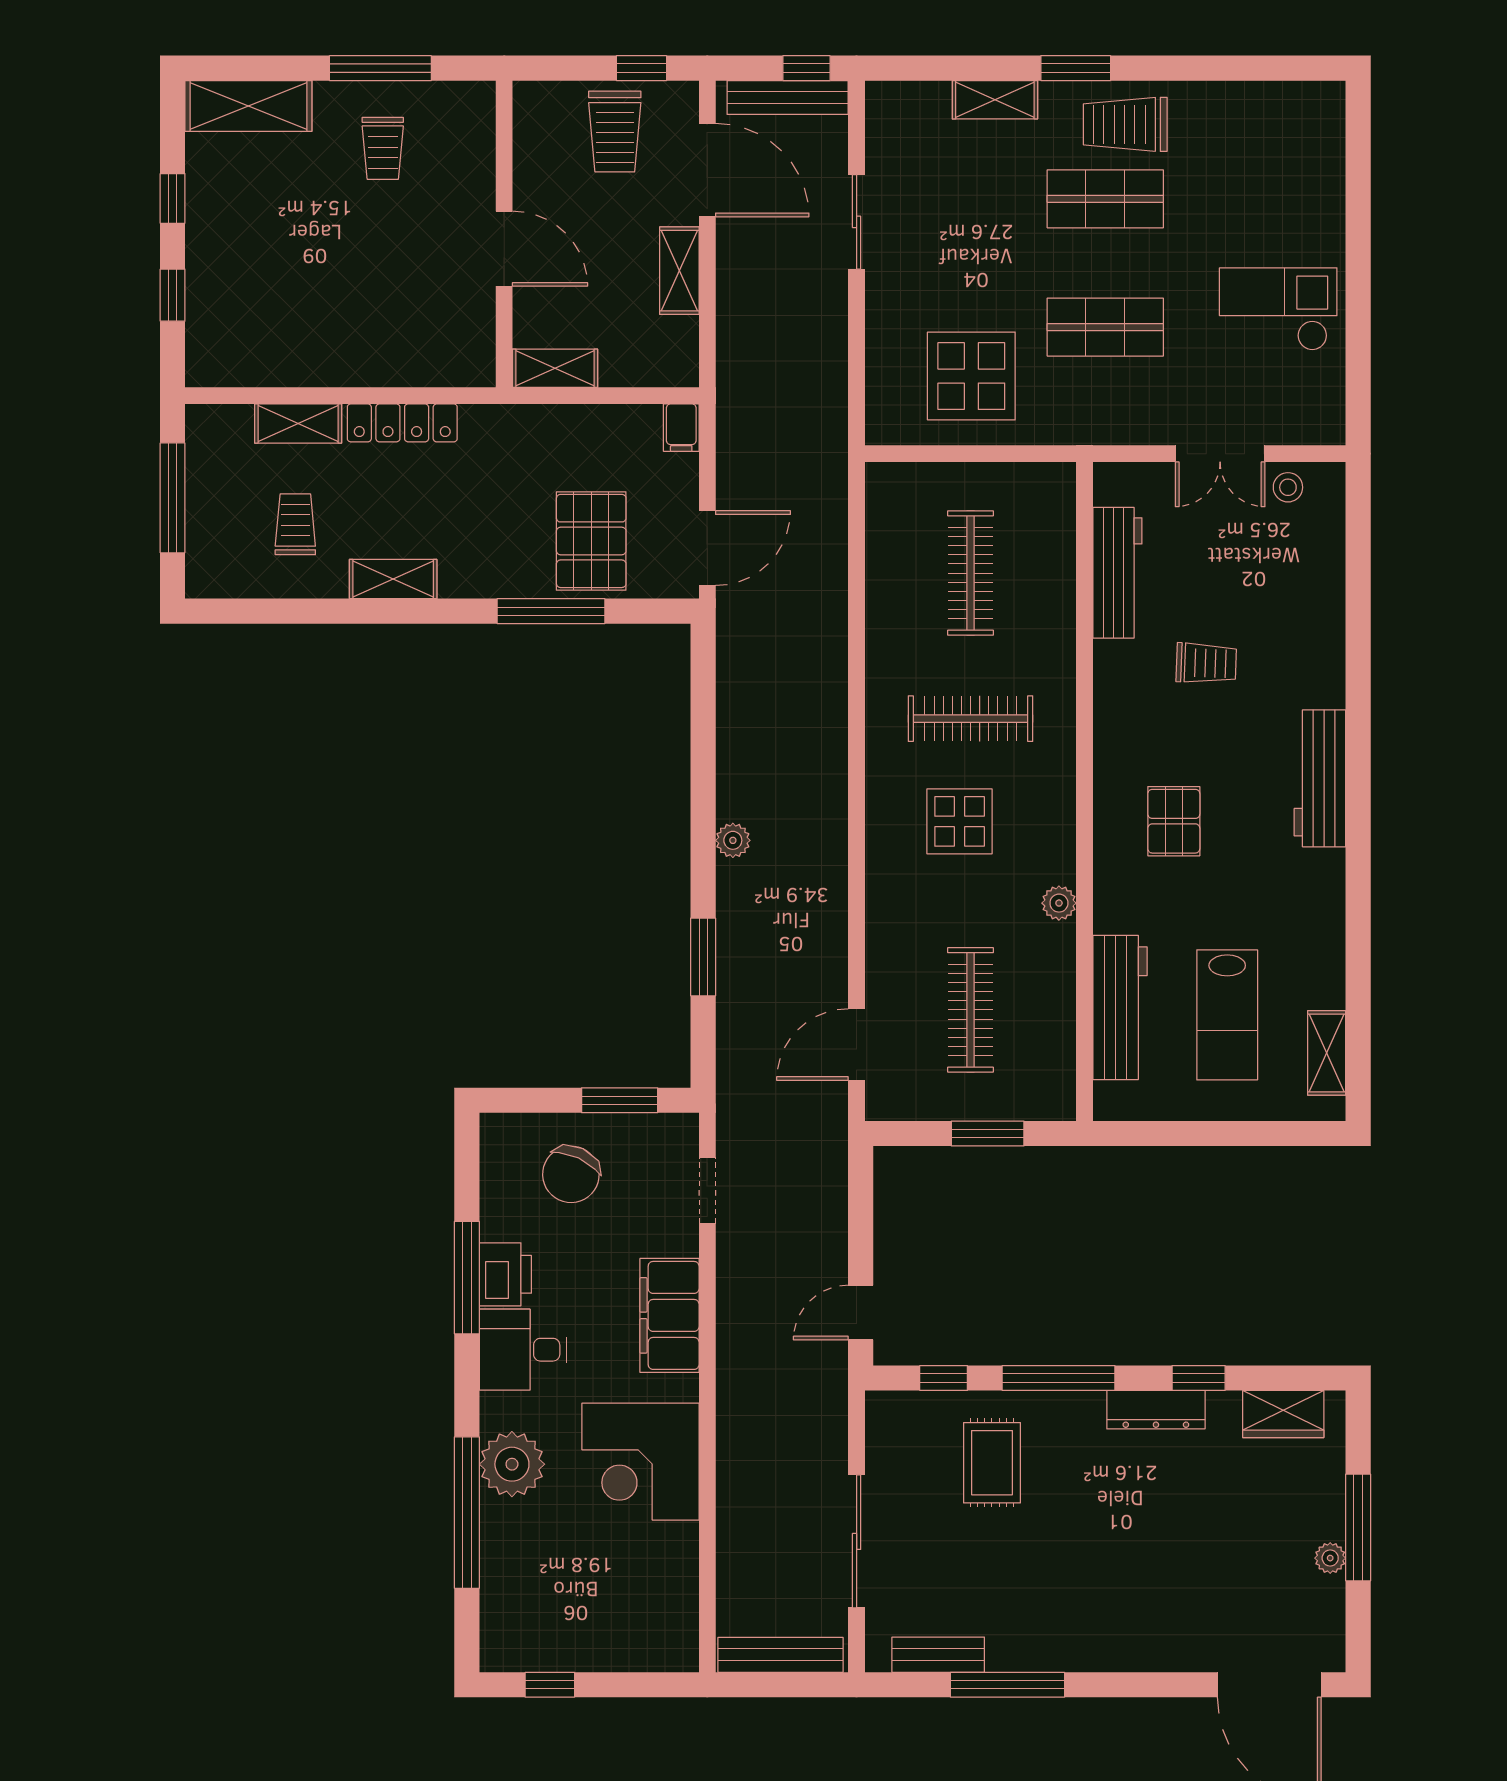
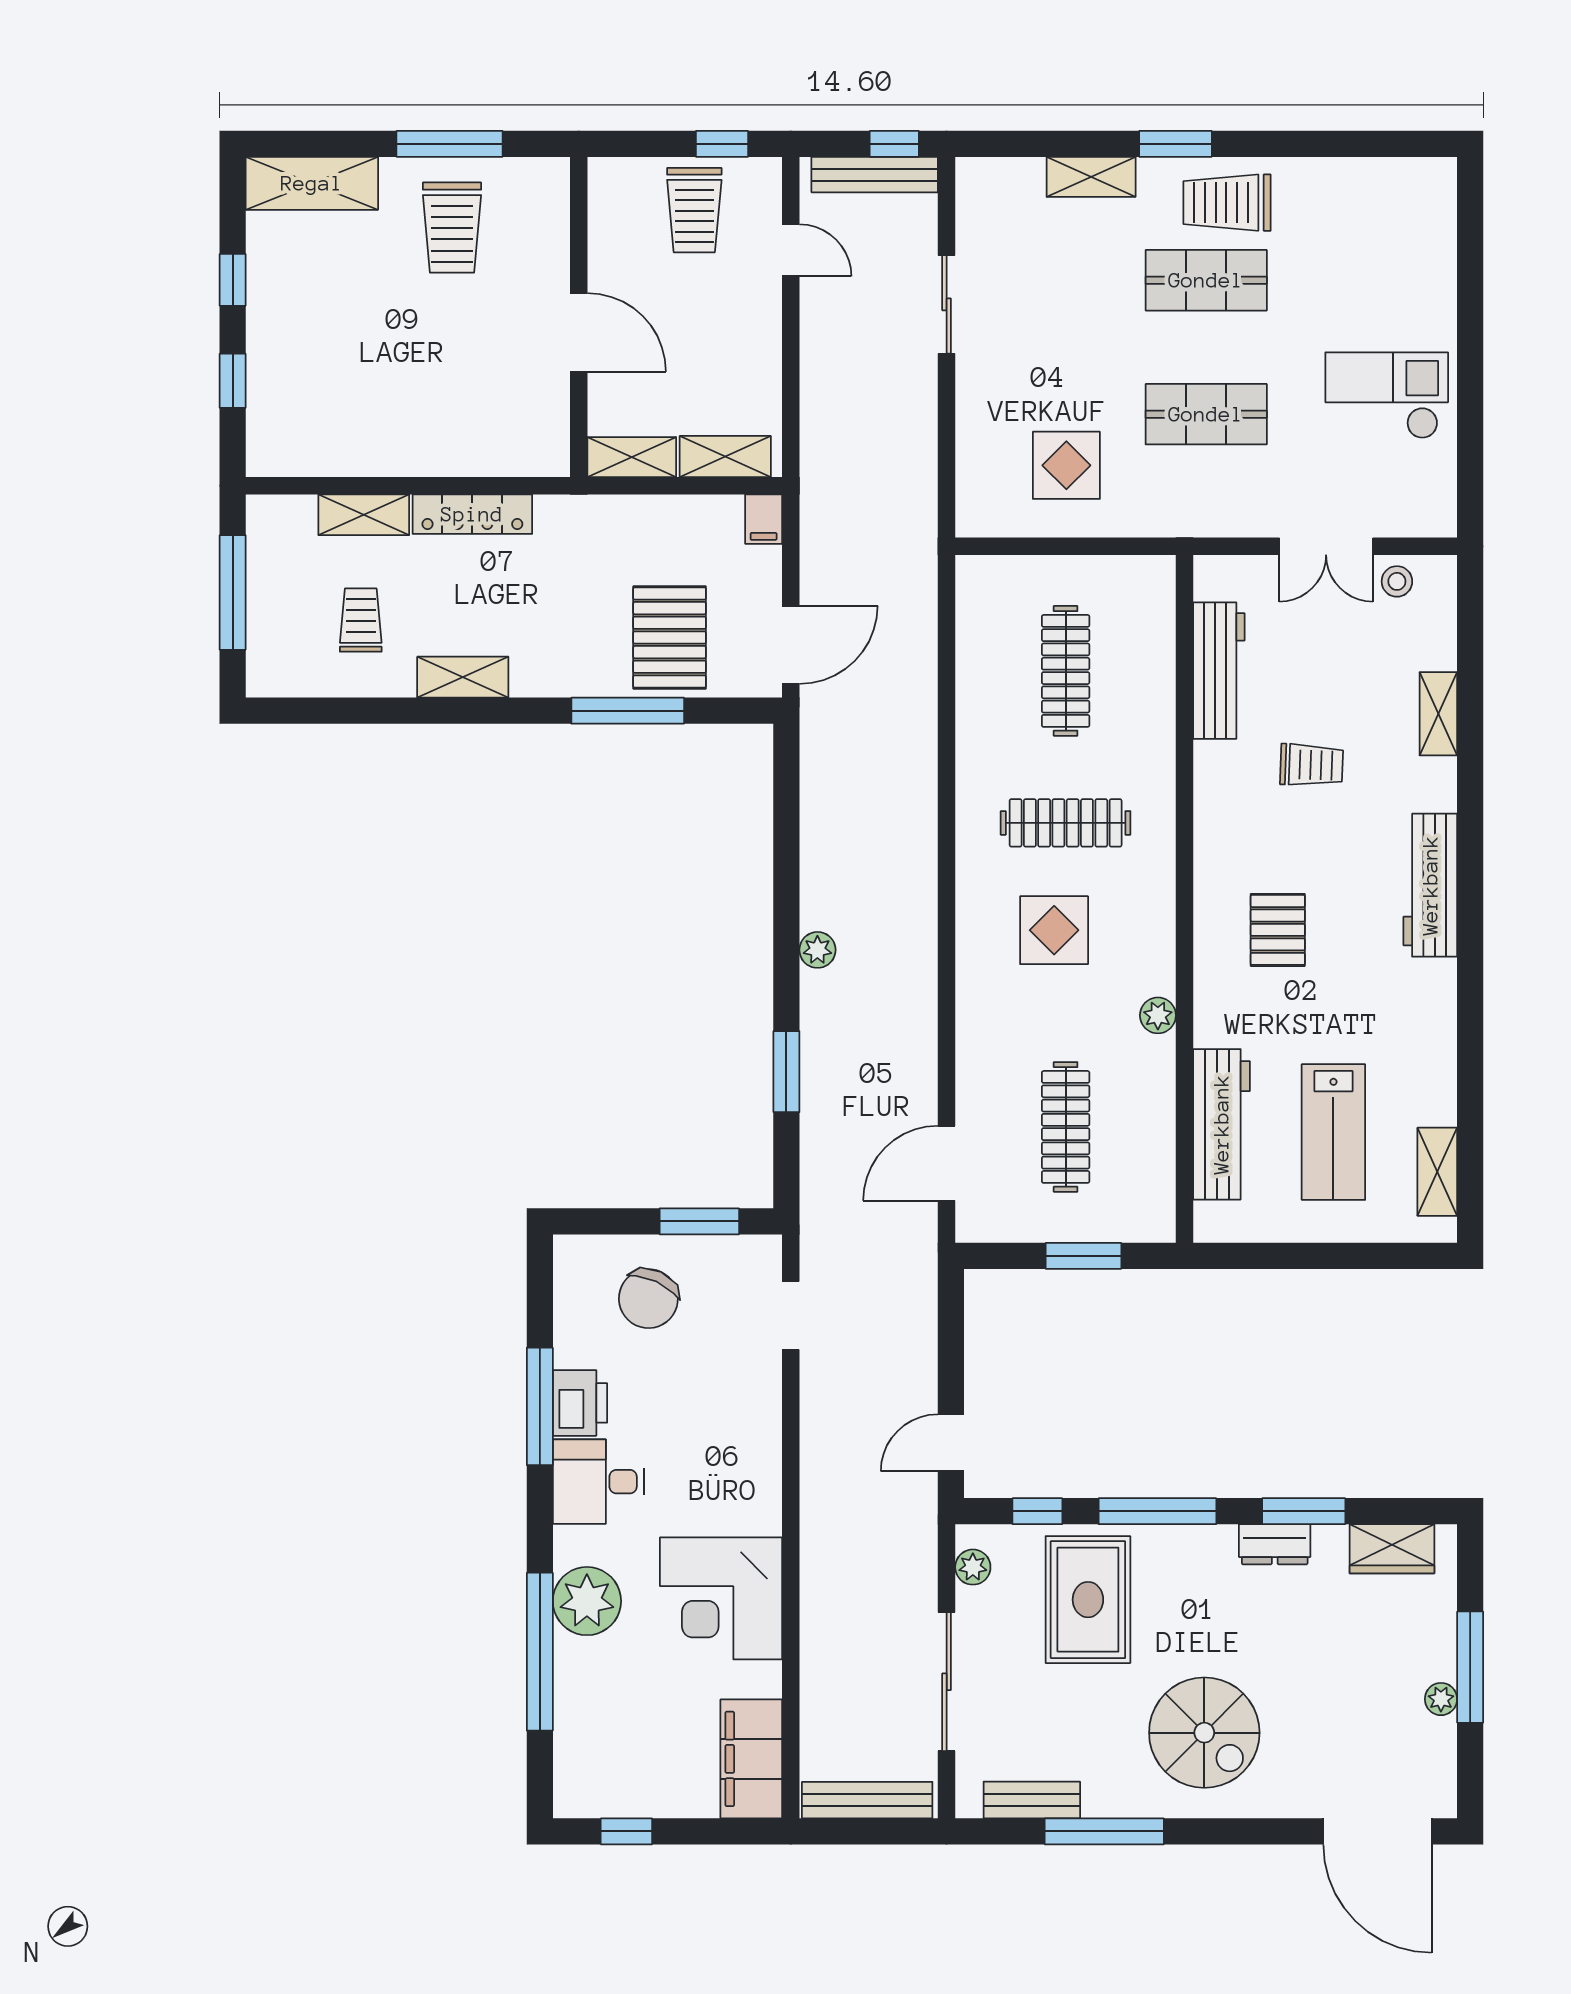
trolley: (383, 148) -> (452, 228), width x1.36, depth x1.39
door: (707, 170) -> (791, 250), width x0.53
shelving: (679, 271) -> (725, 457), moved, turned 90
display table: (971, 376) -> (1066, 465), width x0.73, depth x0.73
shelving: (1328, 614) -> (1438, 714), added
filing cabinet: (669, 1315) -> (751, 1759), moved
window: (1199, 1378) -> (1304, 1511), width x1.50
dresser: (1156, 1410) -> (1275, 1544), width x0.70
plant: (882, 1432) -> (973, 1567), added
rug: (992, 1463) -> (1088, 1600), width x1.36, depth x1.43
spiral stairs: (1103, 1590) -> (1204, 1733), added

